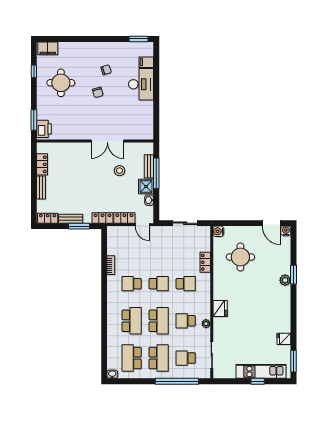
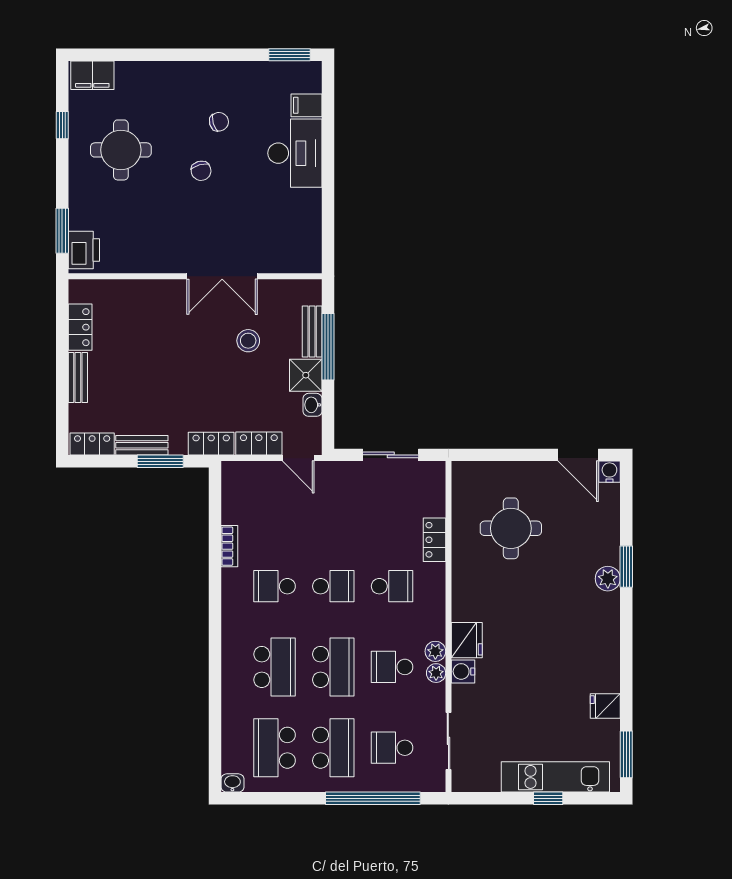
water cooler: (218, 231) -> (463, 671), moved
plant: (206, 314) -> (435, 651), added

